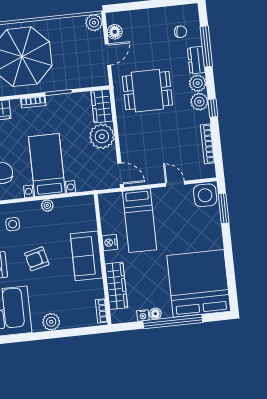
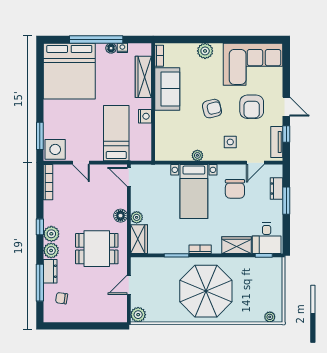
floor lamp: (115, 32) -> (120, 216), moved
plant: (102, 136) -> (137, 217), width x0.53, depth x0.53
bookcase: (208, 144) -> (48, 182), moved
sofa: (86, 256) -> (167, 89), moved

